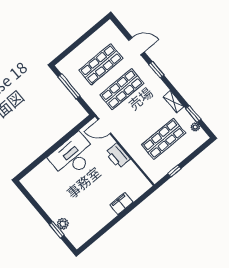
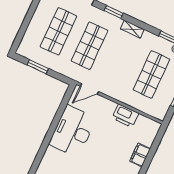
window: (69, 86) -> (38, 67), width x0.69
shelving: (173, 102) -> (132, 29), moved
printer: (118, 156) -> (125, 116), moved

